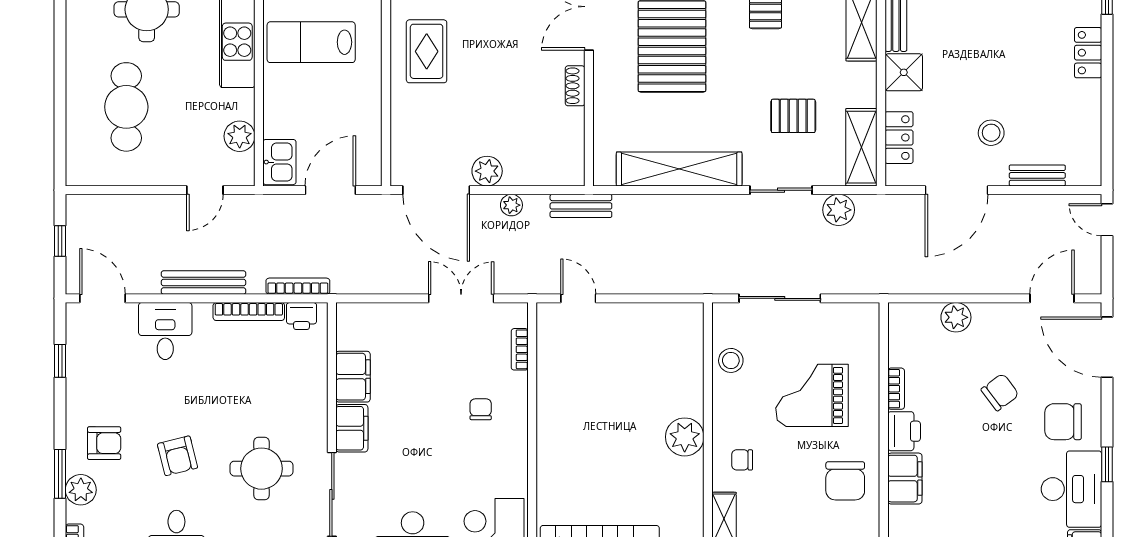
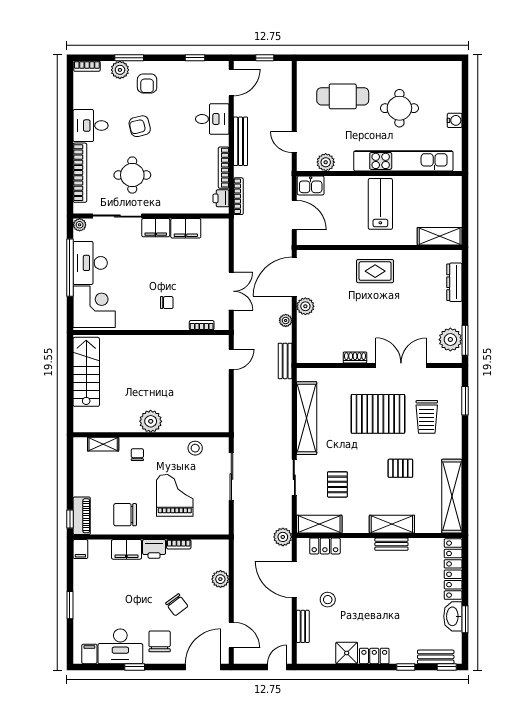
shower: (904, 72) -> (347, 653), moved
plant: (839, 210) -> (283, 537), moved

